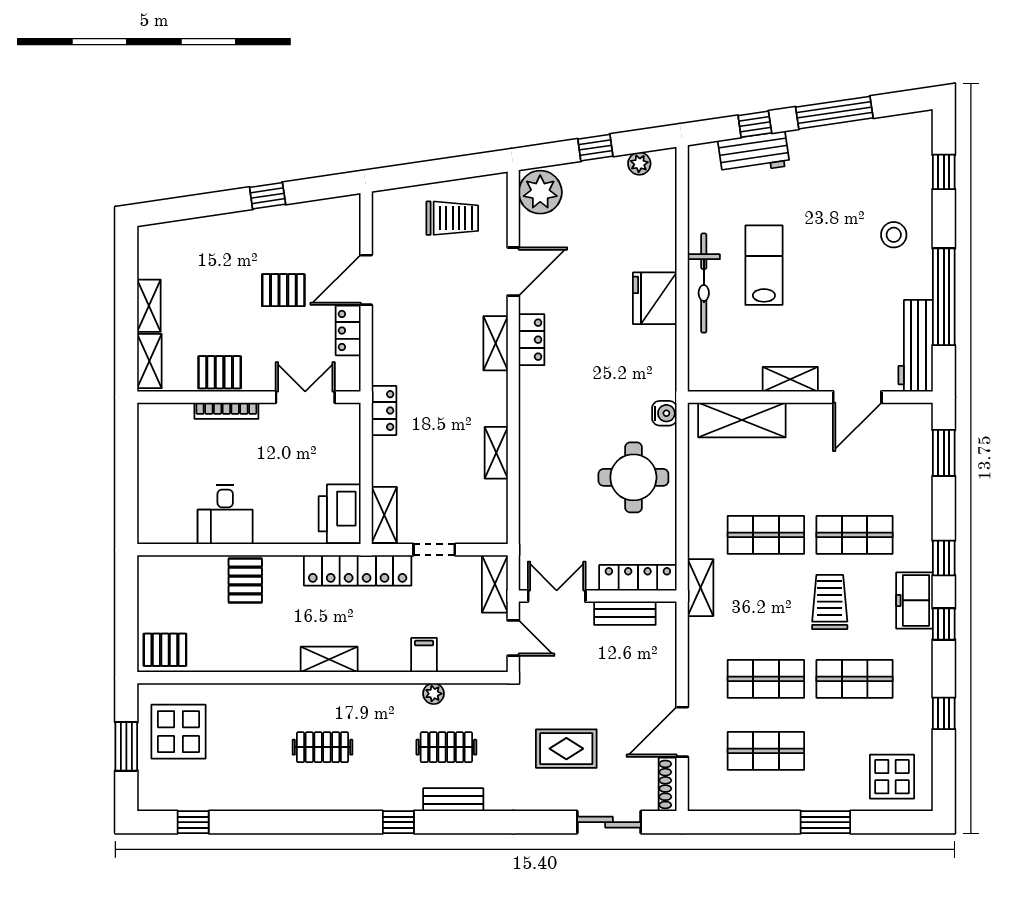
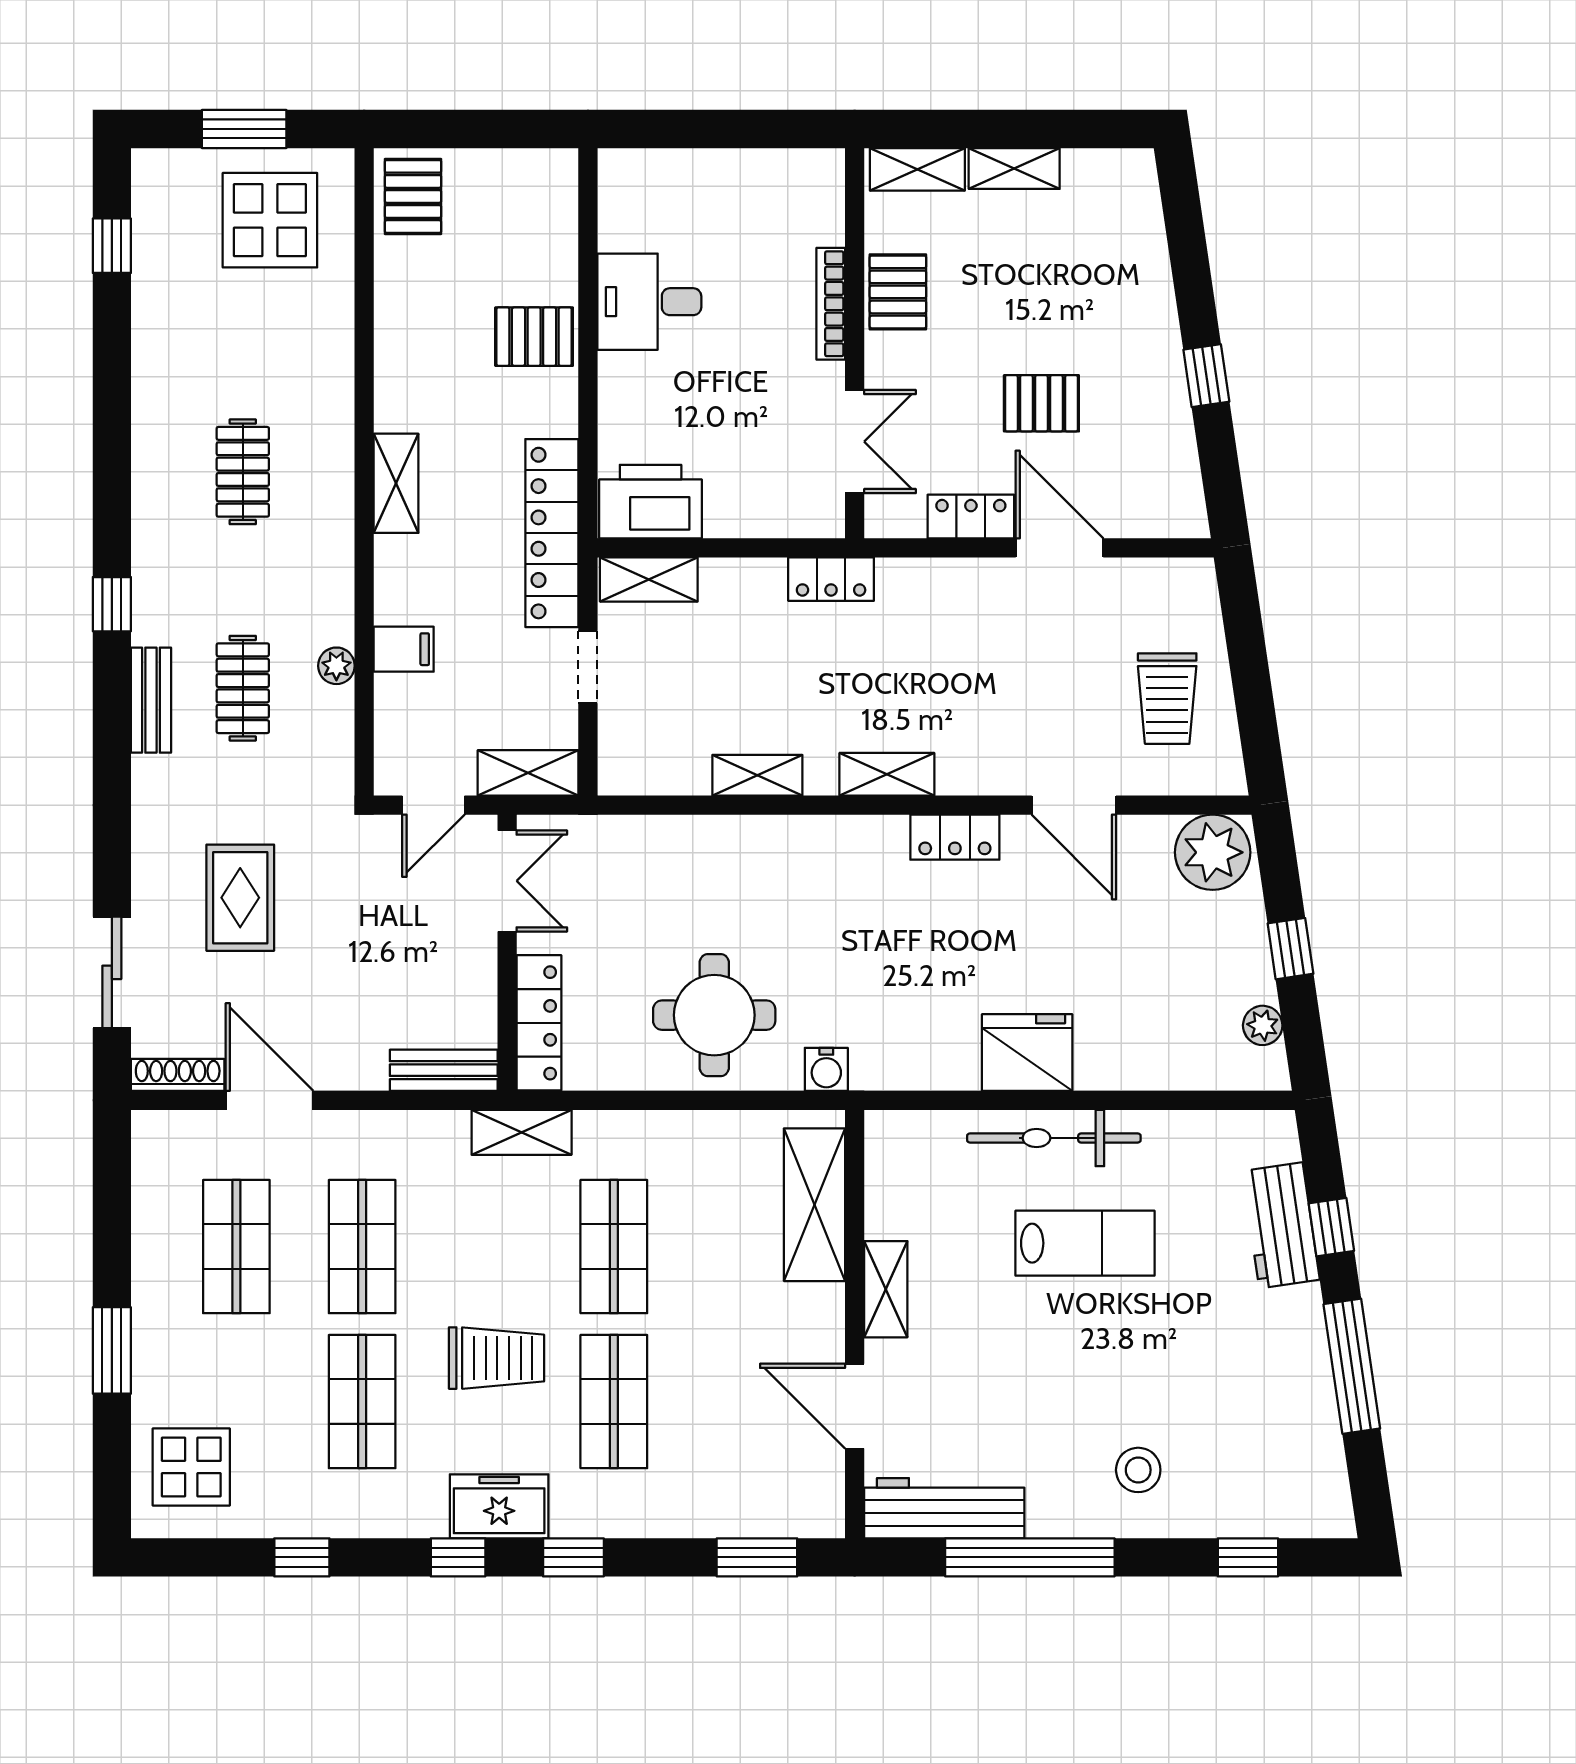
pallet: (283, 290) -> (1041, 403), turned 90
shelving: (496, 343) -> (887, 774), moved
bench: (625, 613) -> (444, 1070), moved, turned 90

